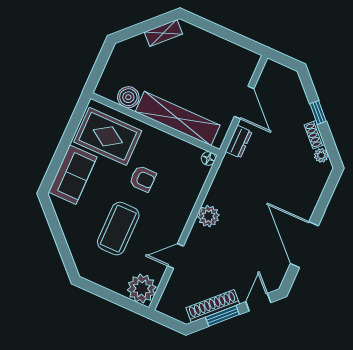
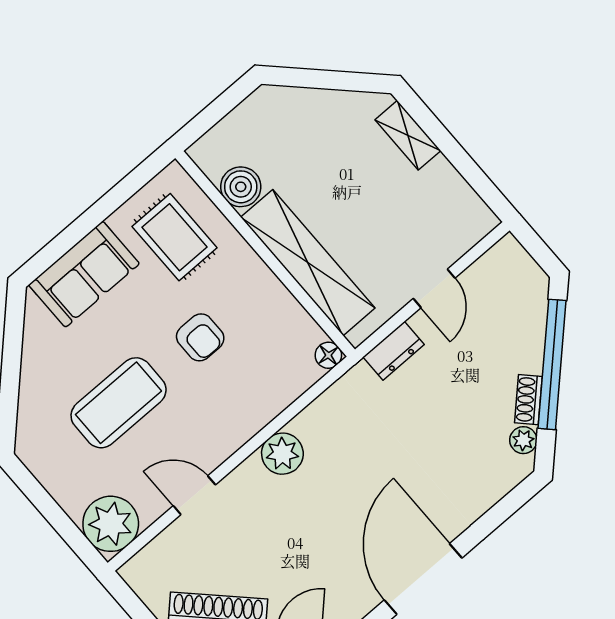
shelving: (163, 33) -> (408, 135), moved, turned 45
door: (244, 102) -> (434, 288), width x0.73
window: (318, 112) -> (552, 364), width x3.17
rug: (108, 136) -> (175, 237), width x0.73, depth x0.70

